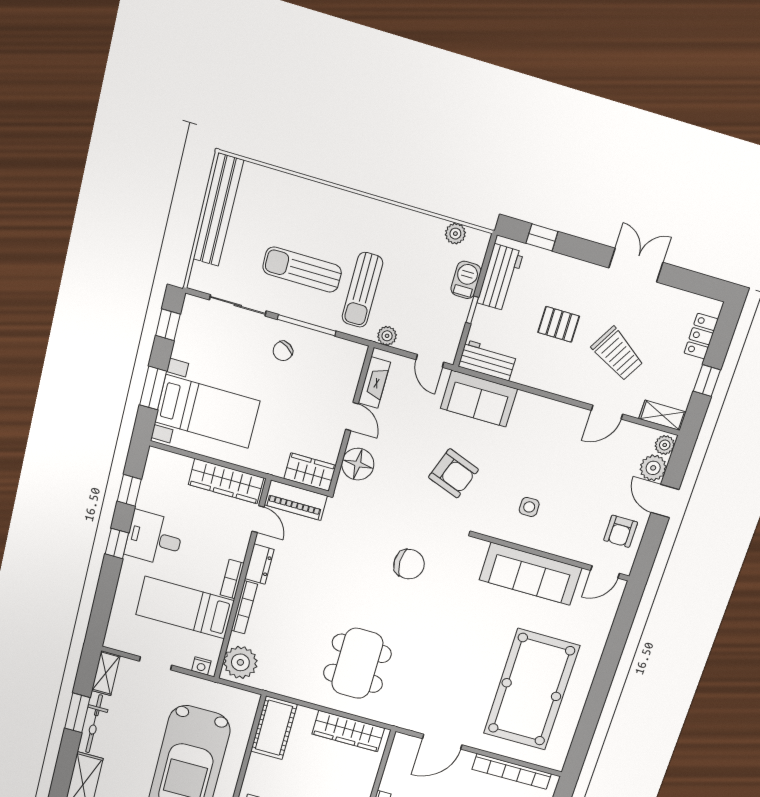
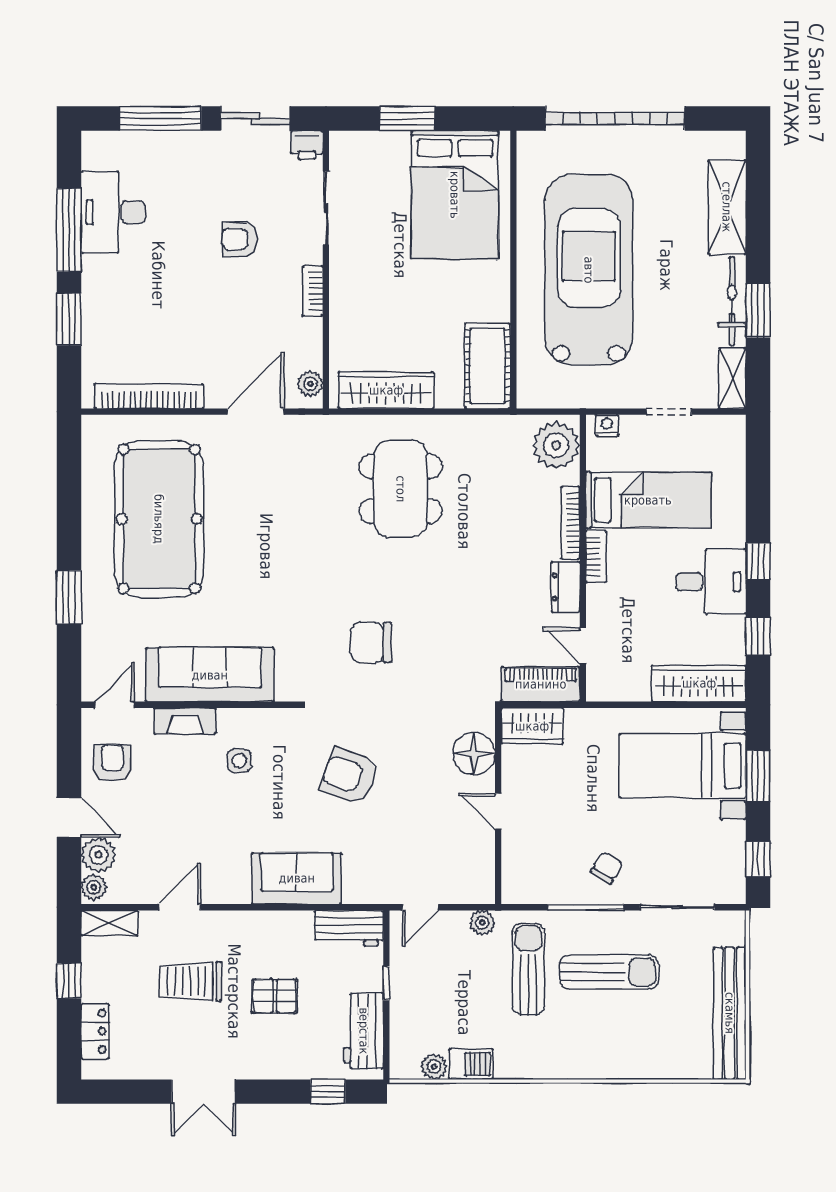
barbecue: (466, 280) -> (471, 1064), moved, turned -90
trolley: (617, 354) -> (191, 981), turned -31
door: (430, 361) -> (420, 907), swing flipped
fireplace: (374, 383) -> (185, 721), moved, turned -90
sofa: (479, 399) -> (297, 878), moved
wardrobe: (226, 481) -> (699, 683), moved
window: (612, 655) -> (69, 597), added
plant: (399, 749) -> (310, 384), added

